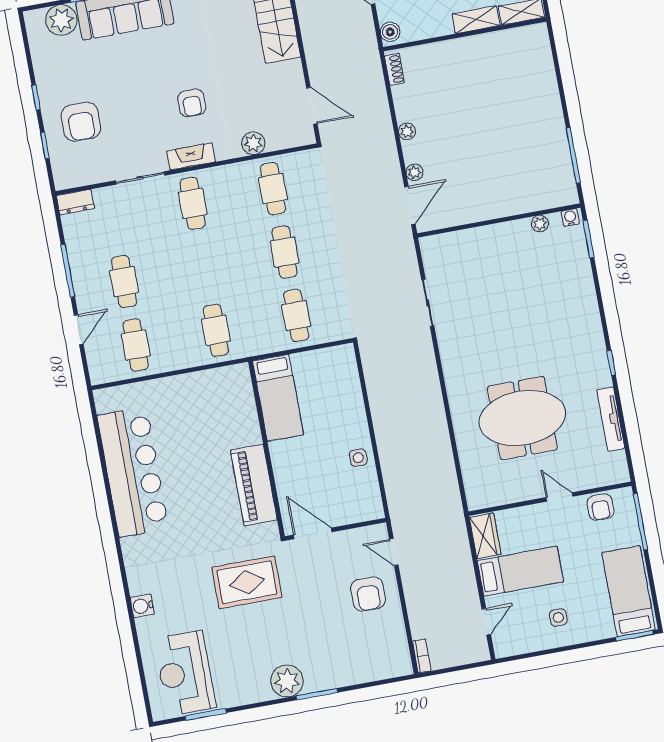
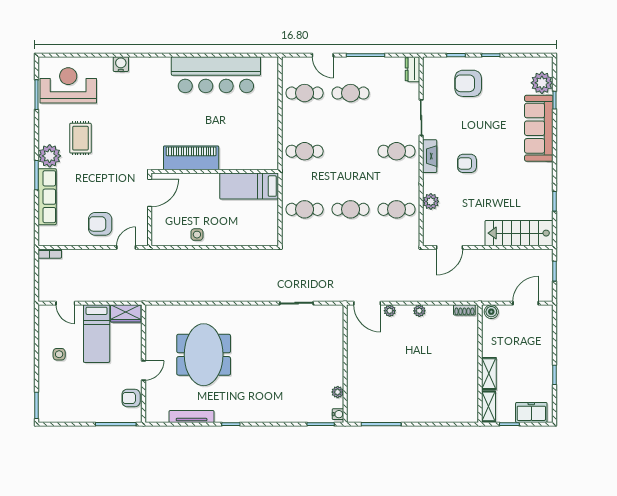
rug: (247, 582) -> (80, 138), moved, width x0.73, depth x0.70
bed: (629, 591) -> (69, 407), removed
row of seats: (344, 674) -> (47, 197), added

